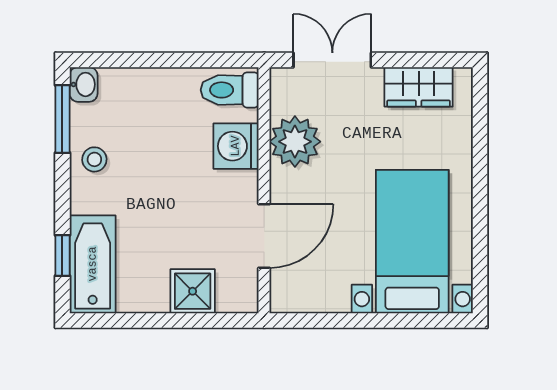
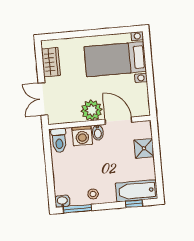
plant: (295, 142) -> (92, 110), moved
bidet: (240, 184) -> (98, 132), added

